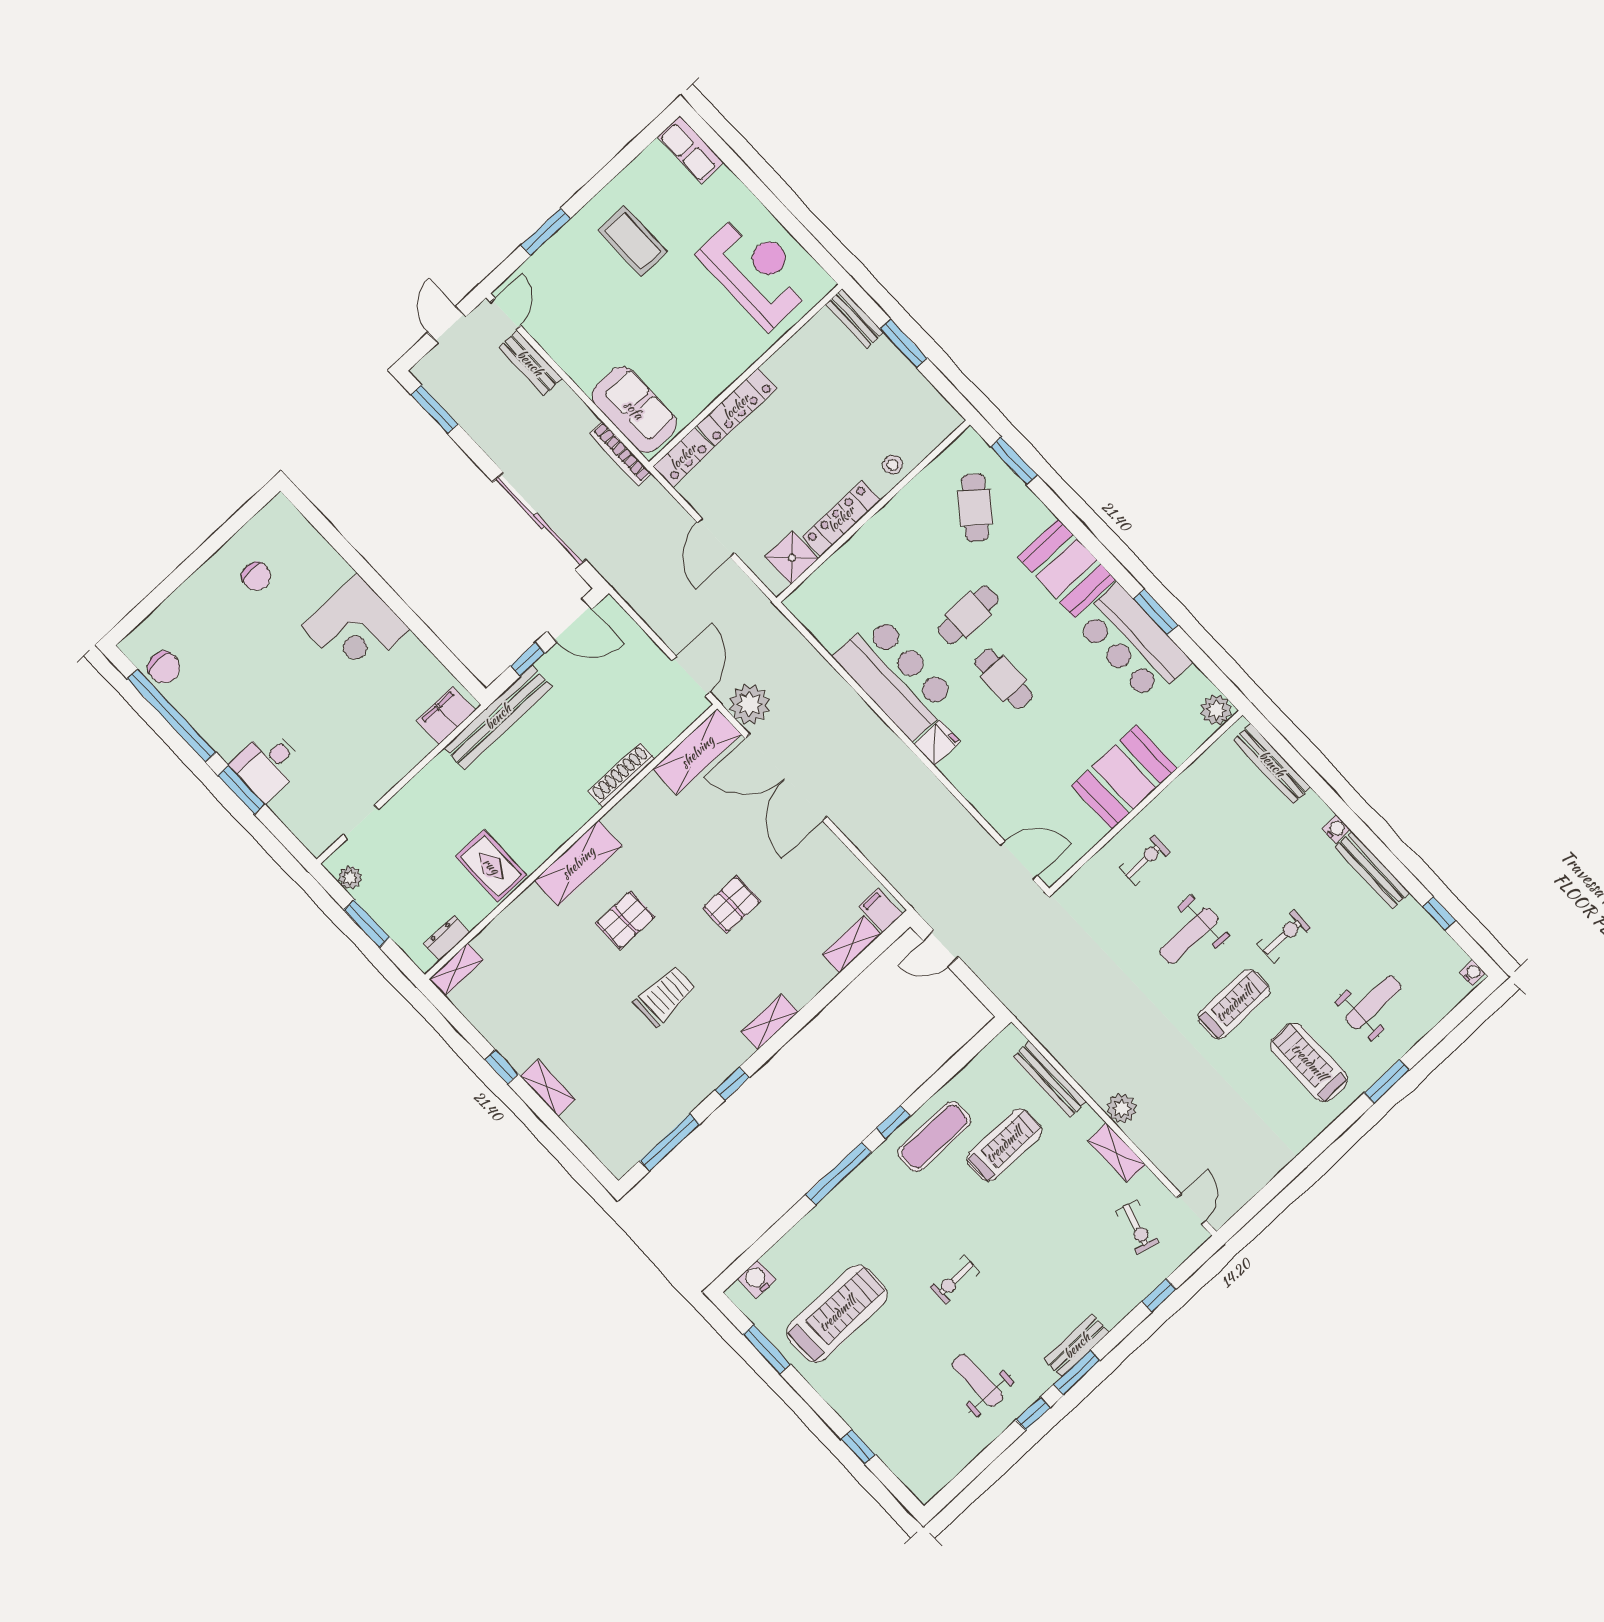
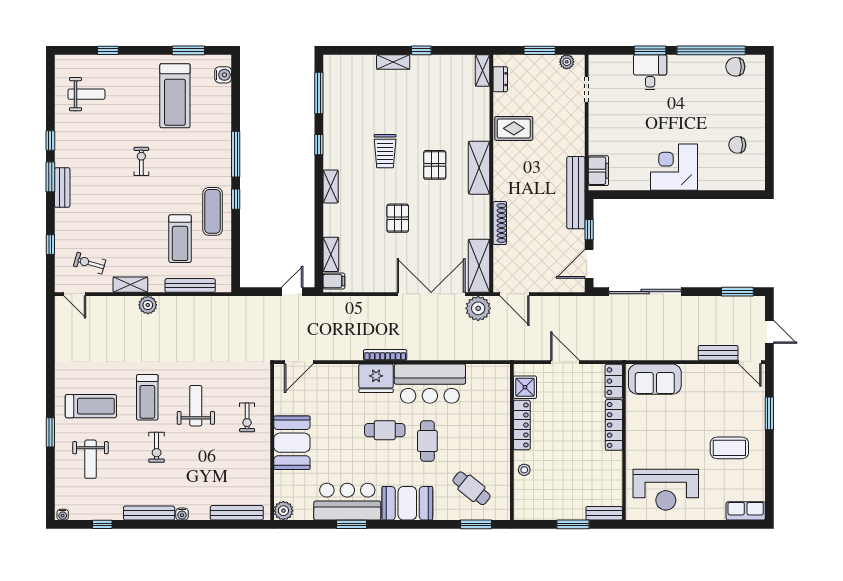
bookcase: (620, 453) -> (385, 355), moved
fridge: (937, 743) -> (376, 378), width x1.88, depth x1.34
weight bench: (977, 1380) -> (86, 94), moved

